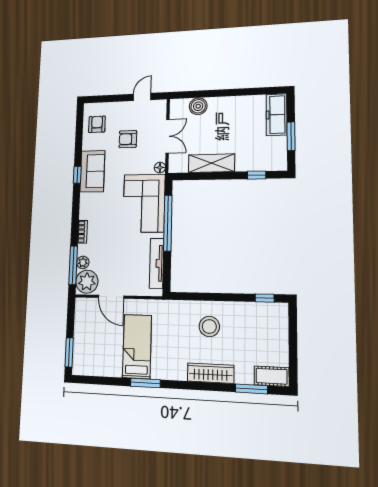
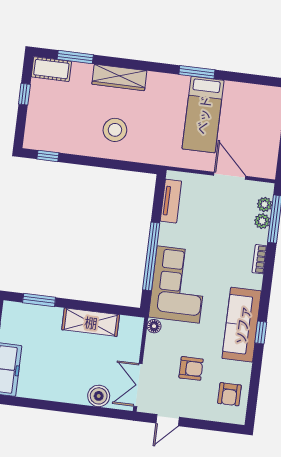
double door: (168, 136) -> (138, 385), moved
sofa: (92, 171) -> (242, 325), width x1.36
window: (257, 175) -> (39, 300), width x1.50
tv unit: (157, 263) -> (171, 201), width x0.71
plant: (87, 282) -> (264, 204), width x0.53, depth x0.53
window: (293, 351) -> (24, 94), added

